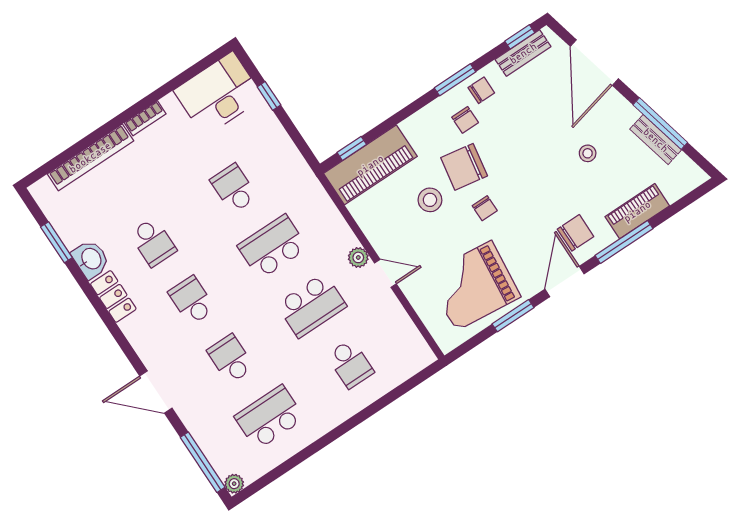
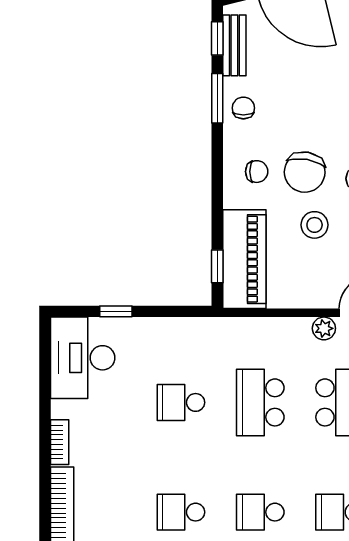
window: (455, 80) -> (217, 98), moved
chair: (465, 120) -> (257, 172), moved
school desk: (153, 242) -> (181, 512), turned 180

